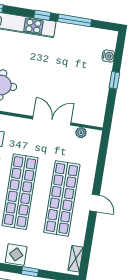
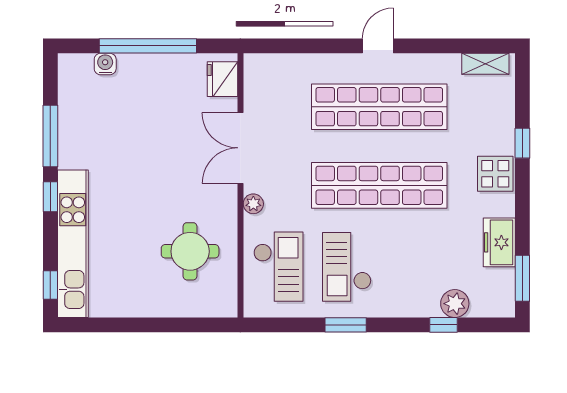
window: (114, 80) -> (148, 46), width x3.17
fridge: (90, 117) -> (222, 79), added
plant: (81, 133) -> (253, 204), moved

